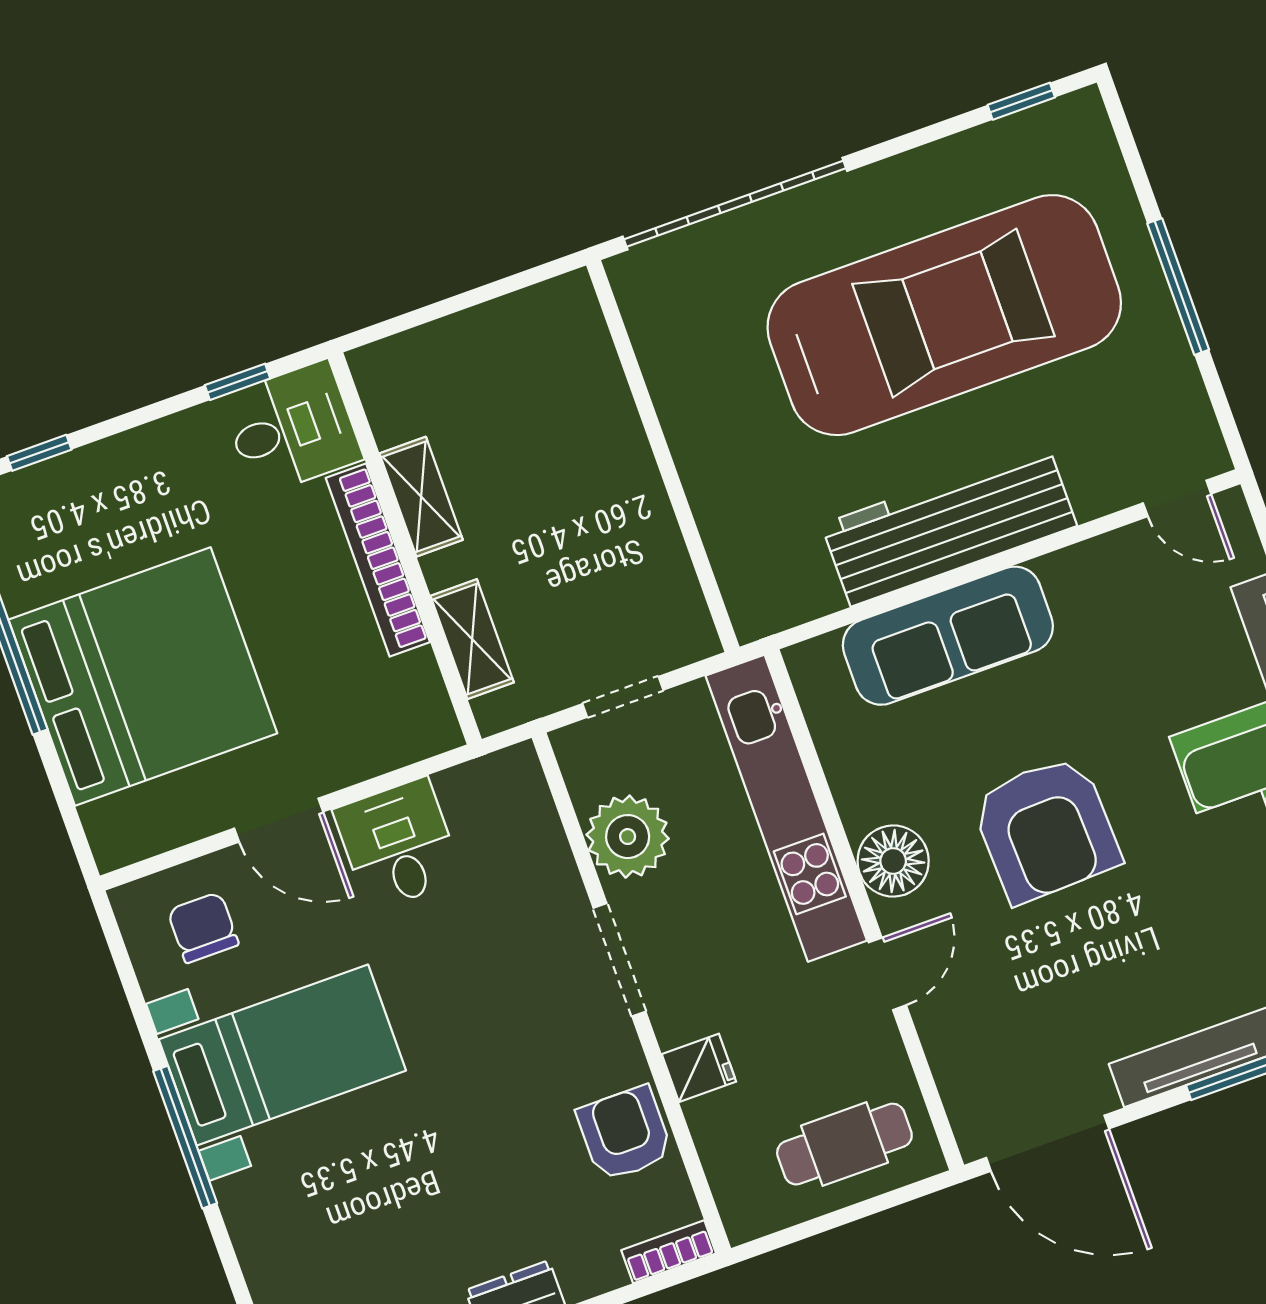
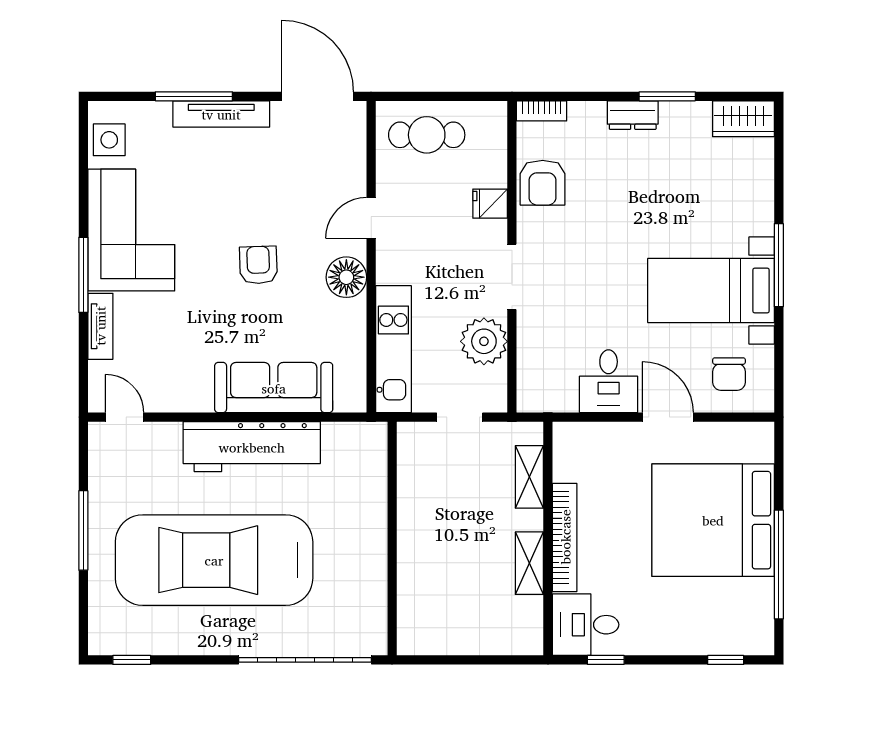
kitchen unit: (786, 808) -> (393, 349), width x0.73
armchair: (1046, 829) -> (258, 265), width x0.53, depth x0.53

